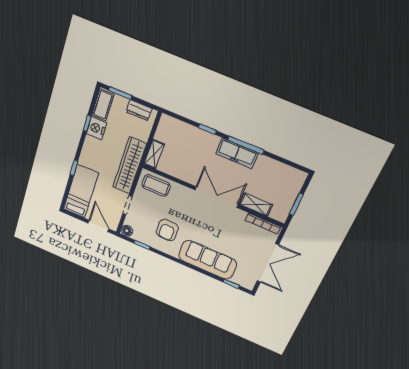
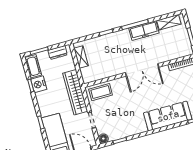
freezer: (237, 153) -> (144, 31), moved
shelving: (154, 154) -> (81, 57), moved
double door: (216, 197) -> (142, 70), swing flipped
shelving: (256, 205) -> (169, 22), moved
armchair: (167, 230) -> (128, 116), removed

